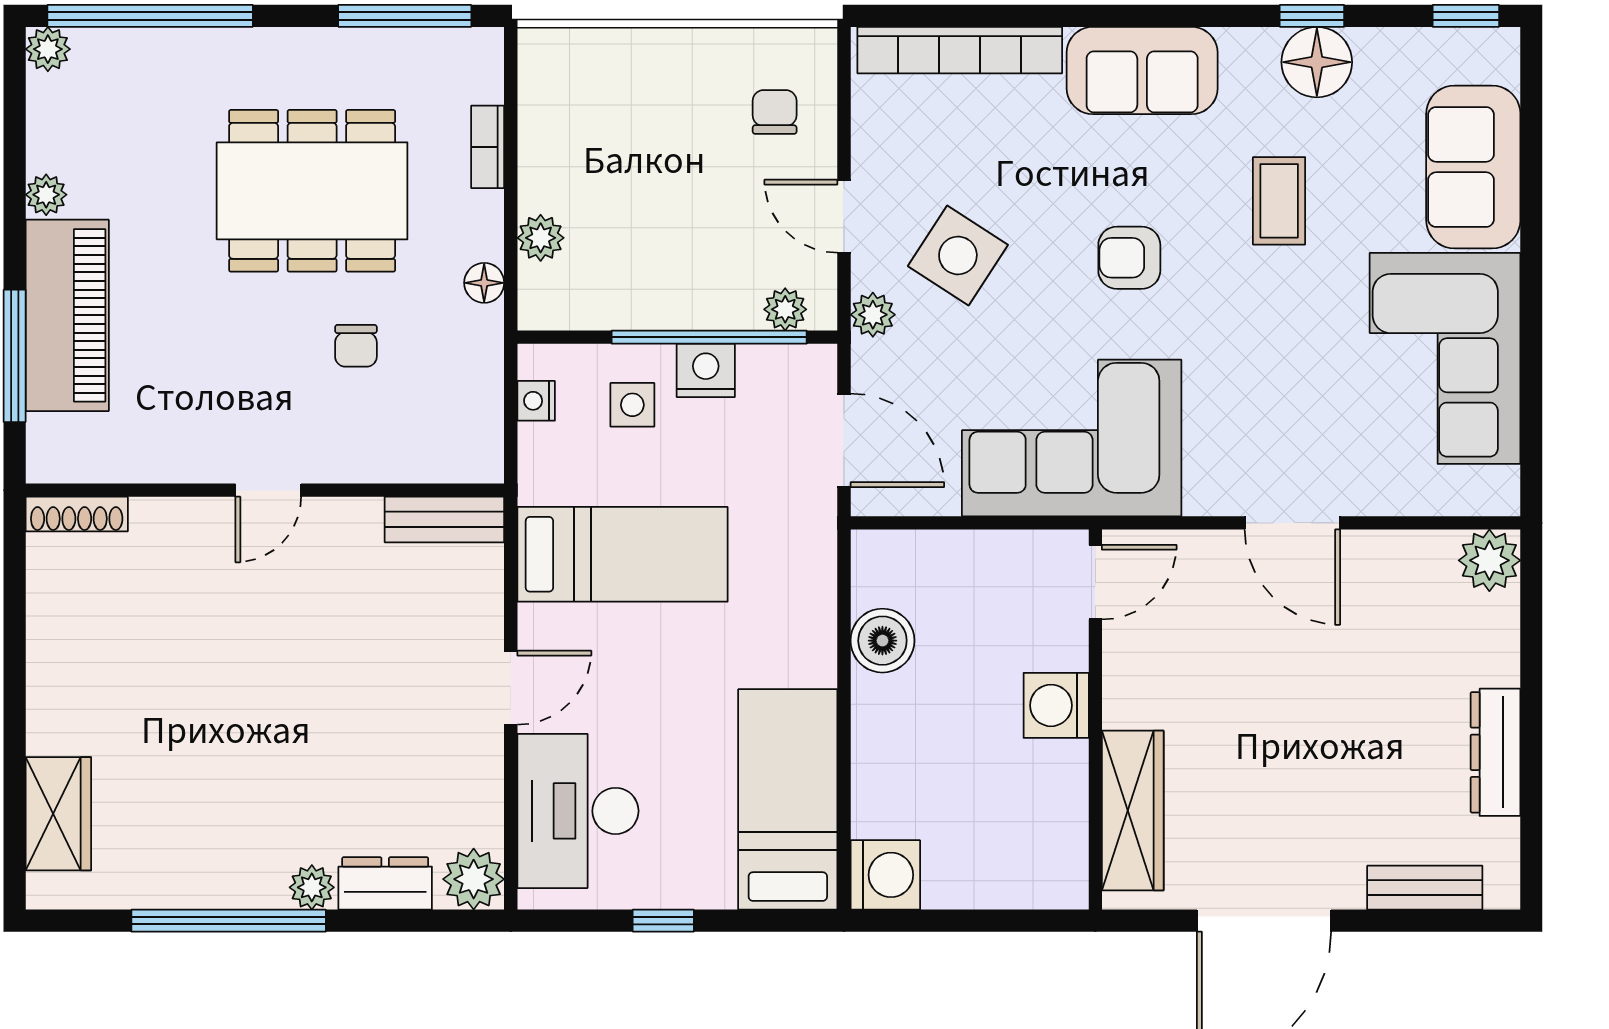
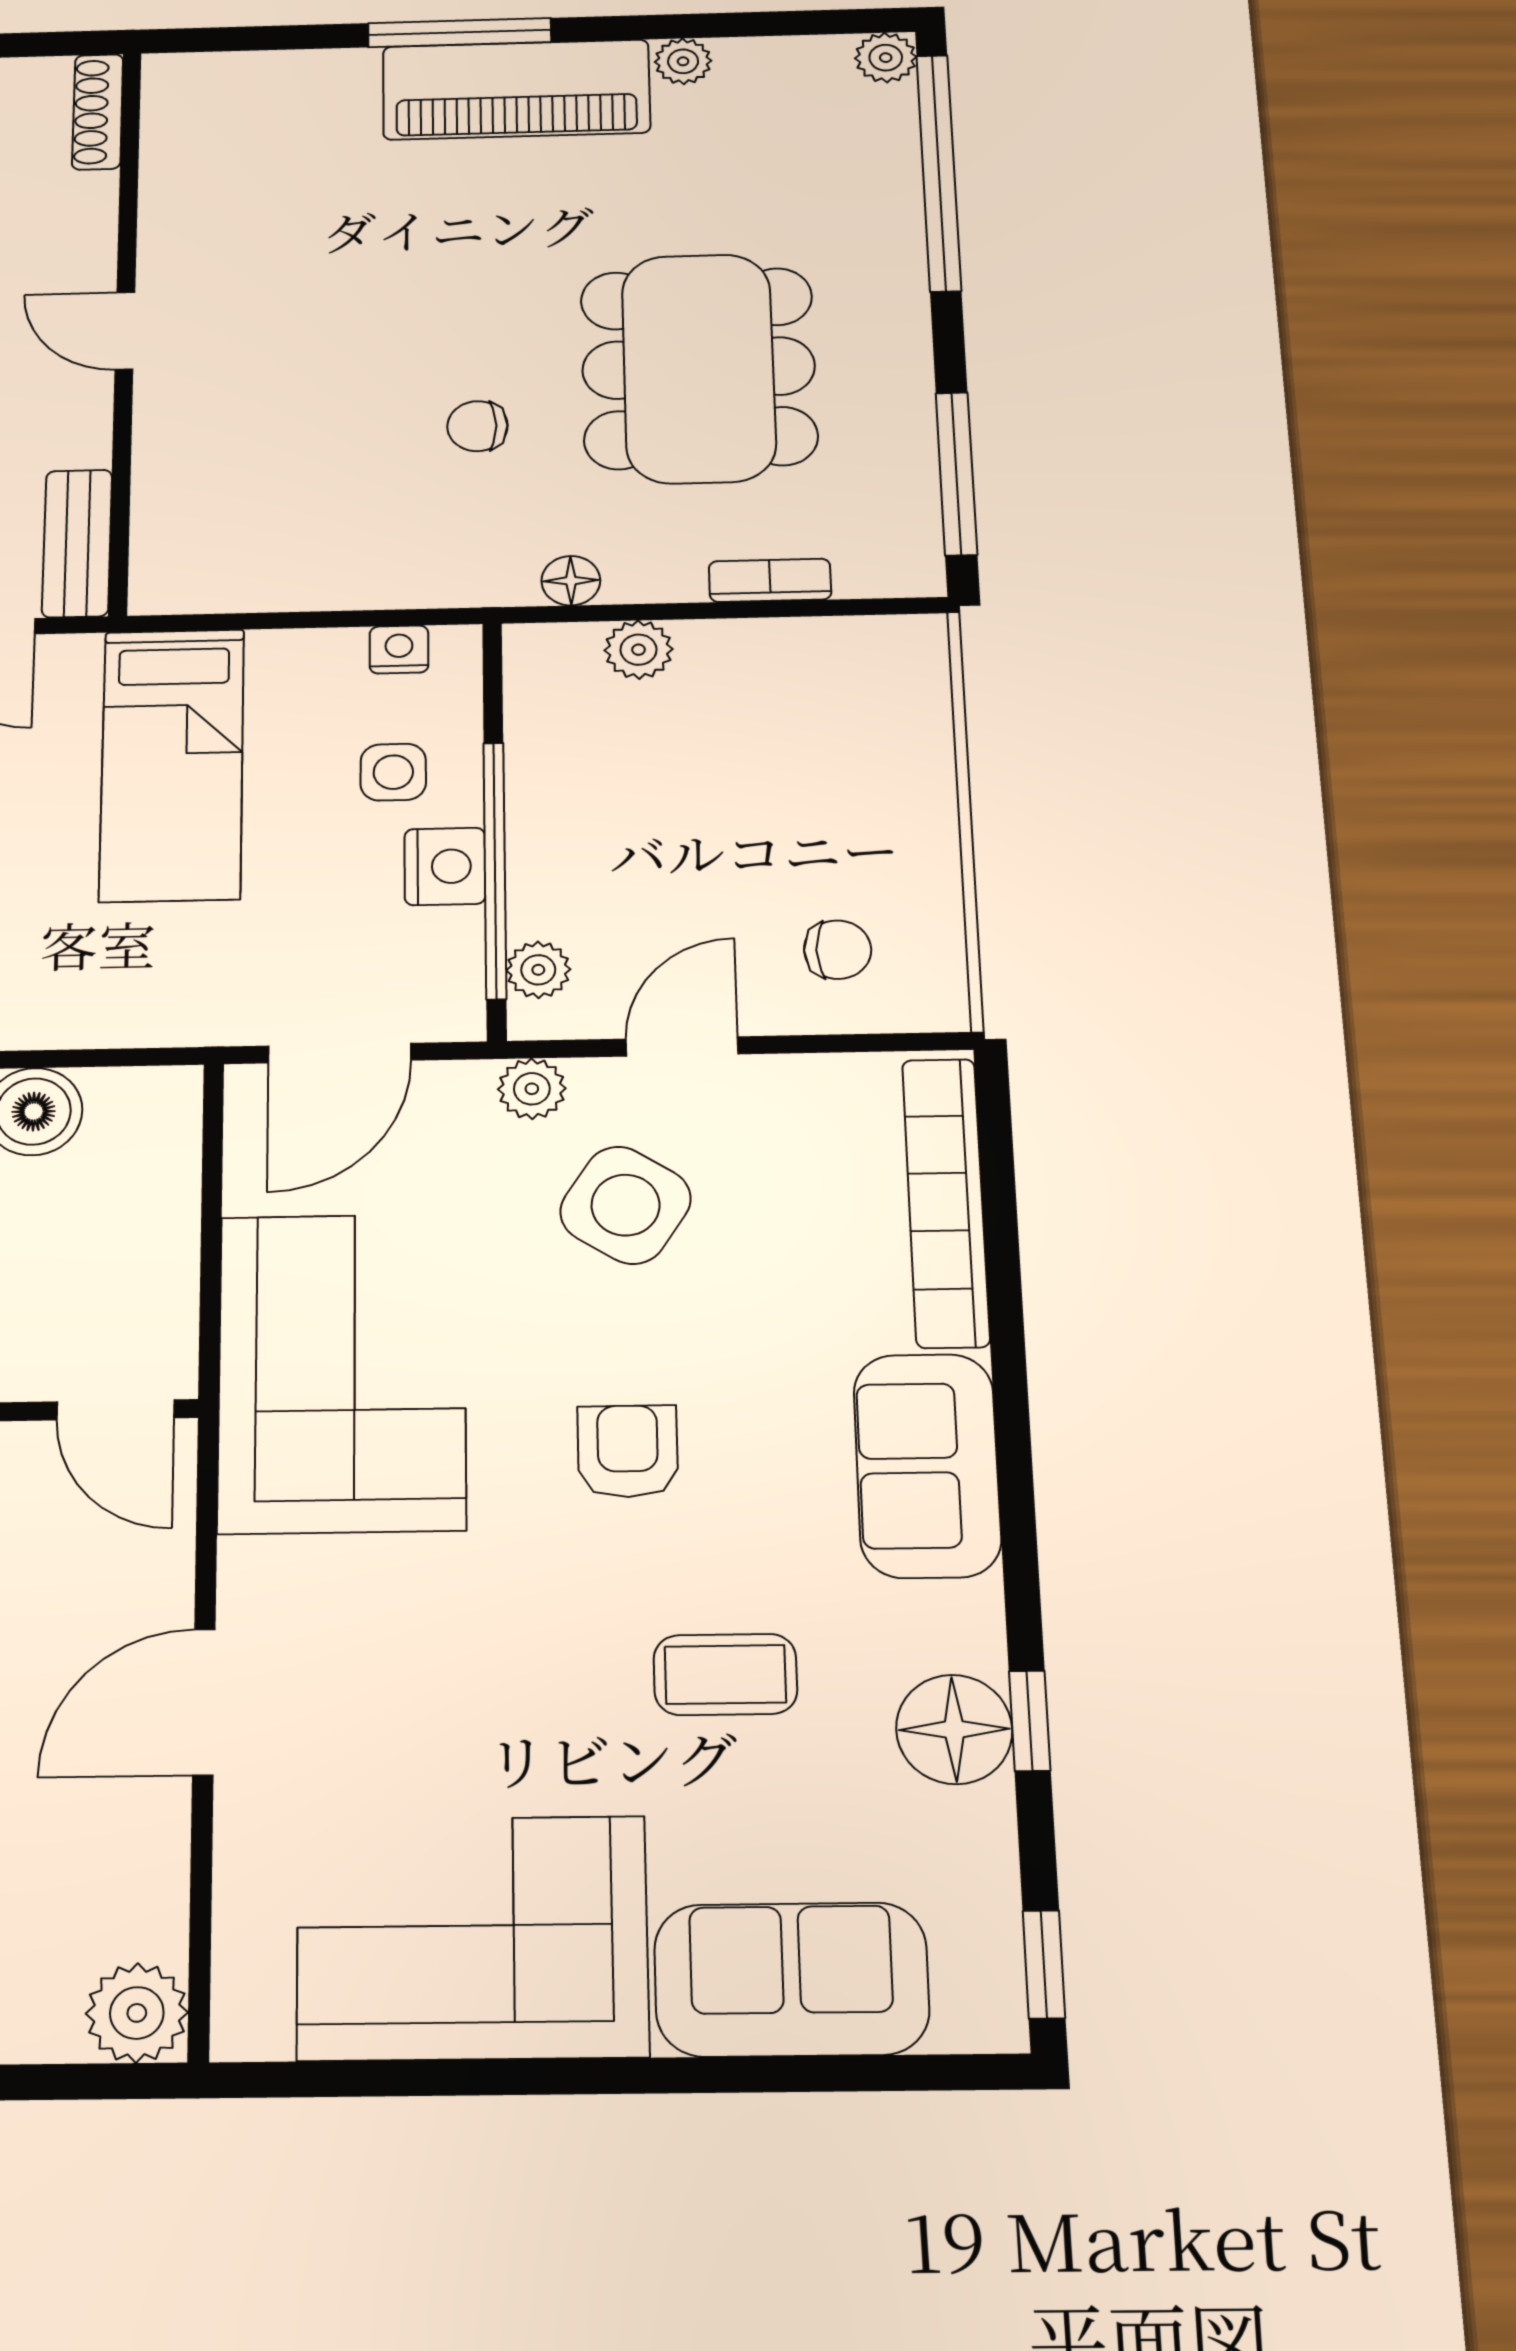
wall: (265, 490) -> (125, 327), moved
door: (268, 490) -> (125, 331), moved
shoe rack: (77, 514) -> (98, 112), moved
bench: (444, 519) -> (77, 543), moved

